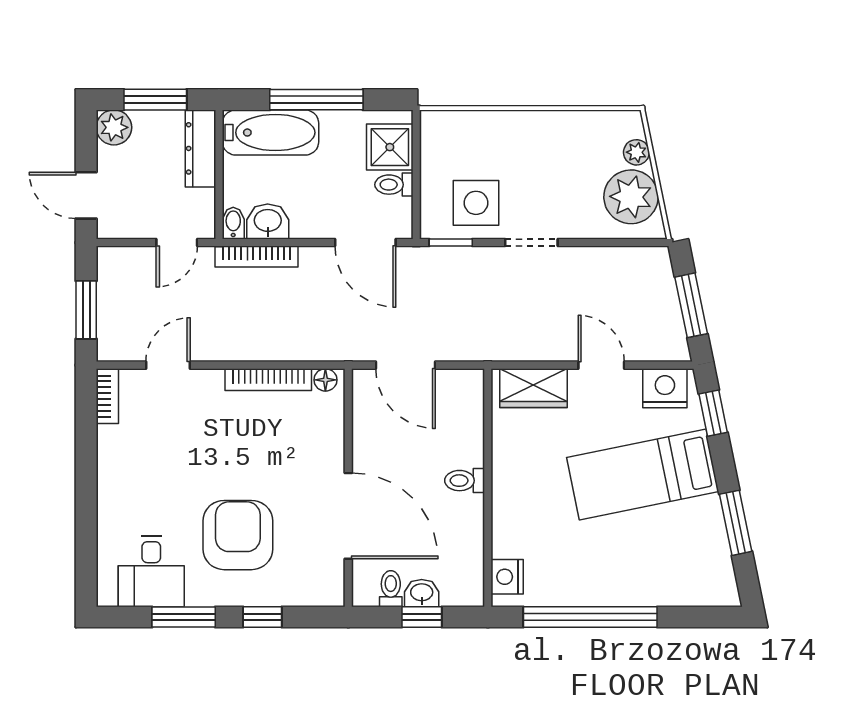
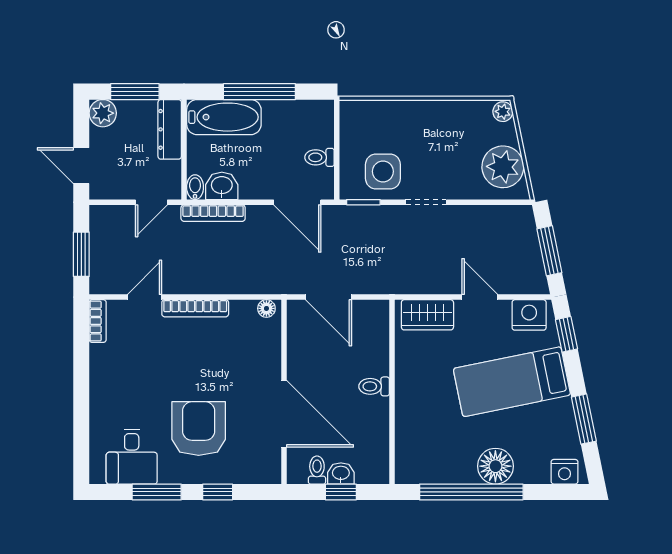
shower: (390, 147) -> (316, 128), removed
plant: (636, 152) -> (503, 112), moved
bookcase: (268, 380) -> (195, 308), moved
nightstand: (507, 577) -> (564, 472), moved, turned -90
floor lamp: (621, 584) -> (495, 466), added

